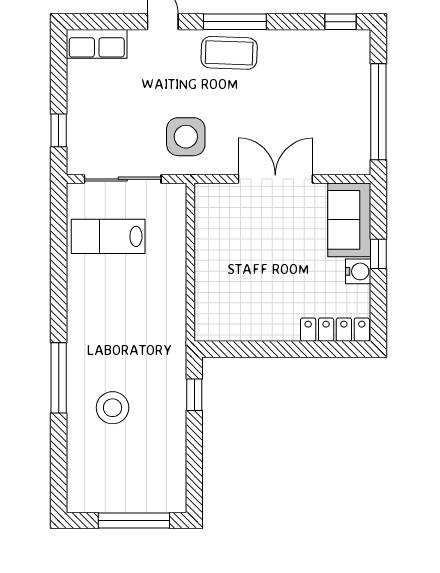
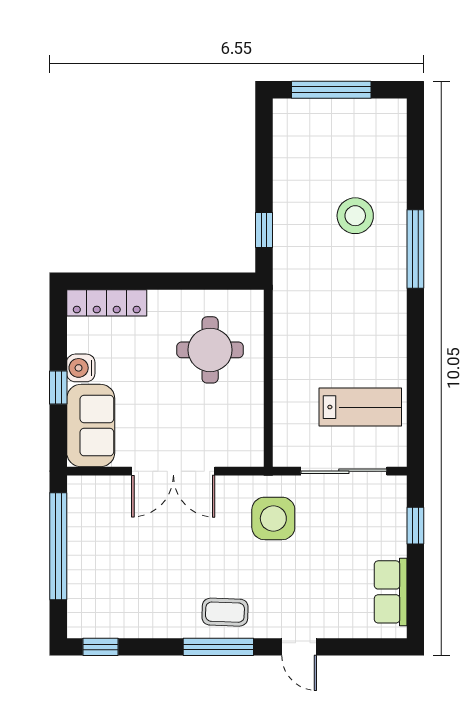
row of seats: (97, 44) -> (391, 592), moved, turned -90
coffee table: (229, 53) -> (225, 612), width x0.73, depth x0.77
round table: (242, 288) -> (210, 350), added

